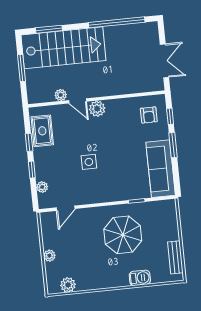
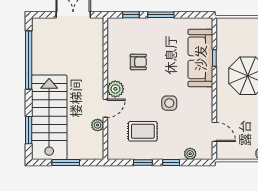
armchair: (149, 115) -> (138, 62), moved
rug: (42, 131) -> (143, 131), moved
sofa: (161, 169) -> (200, 58), moved, turned 90

